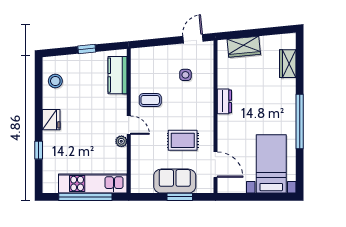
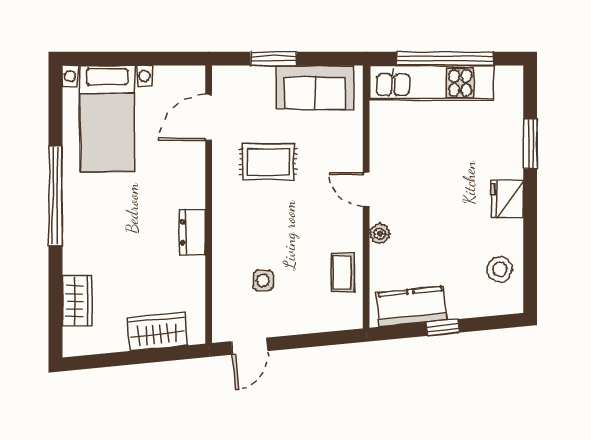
kitchen counter: (118, 75) -> (412, 307), moved, turned -96
coffee table: (150, 100) -> (342, 273), moved, turned 90
plant: (121, 141) -> (380, 234), moved
window: (39, 150) -> (530, 144), width x1.50
door: (215, 165) -> (209, 118), hinge flipped
sofa: (175, 181) -> (315, 87), moved

